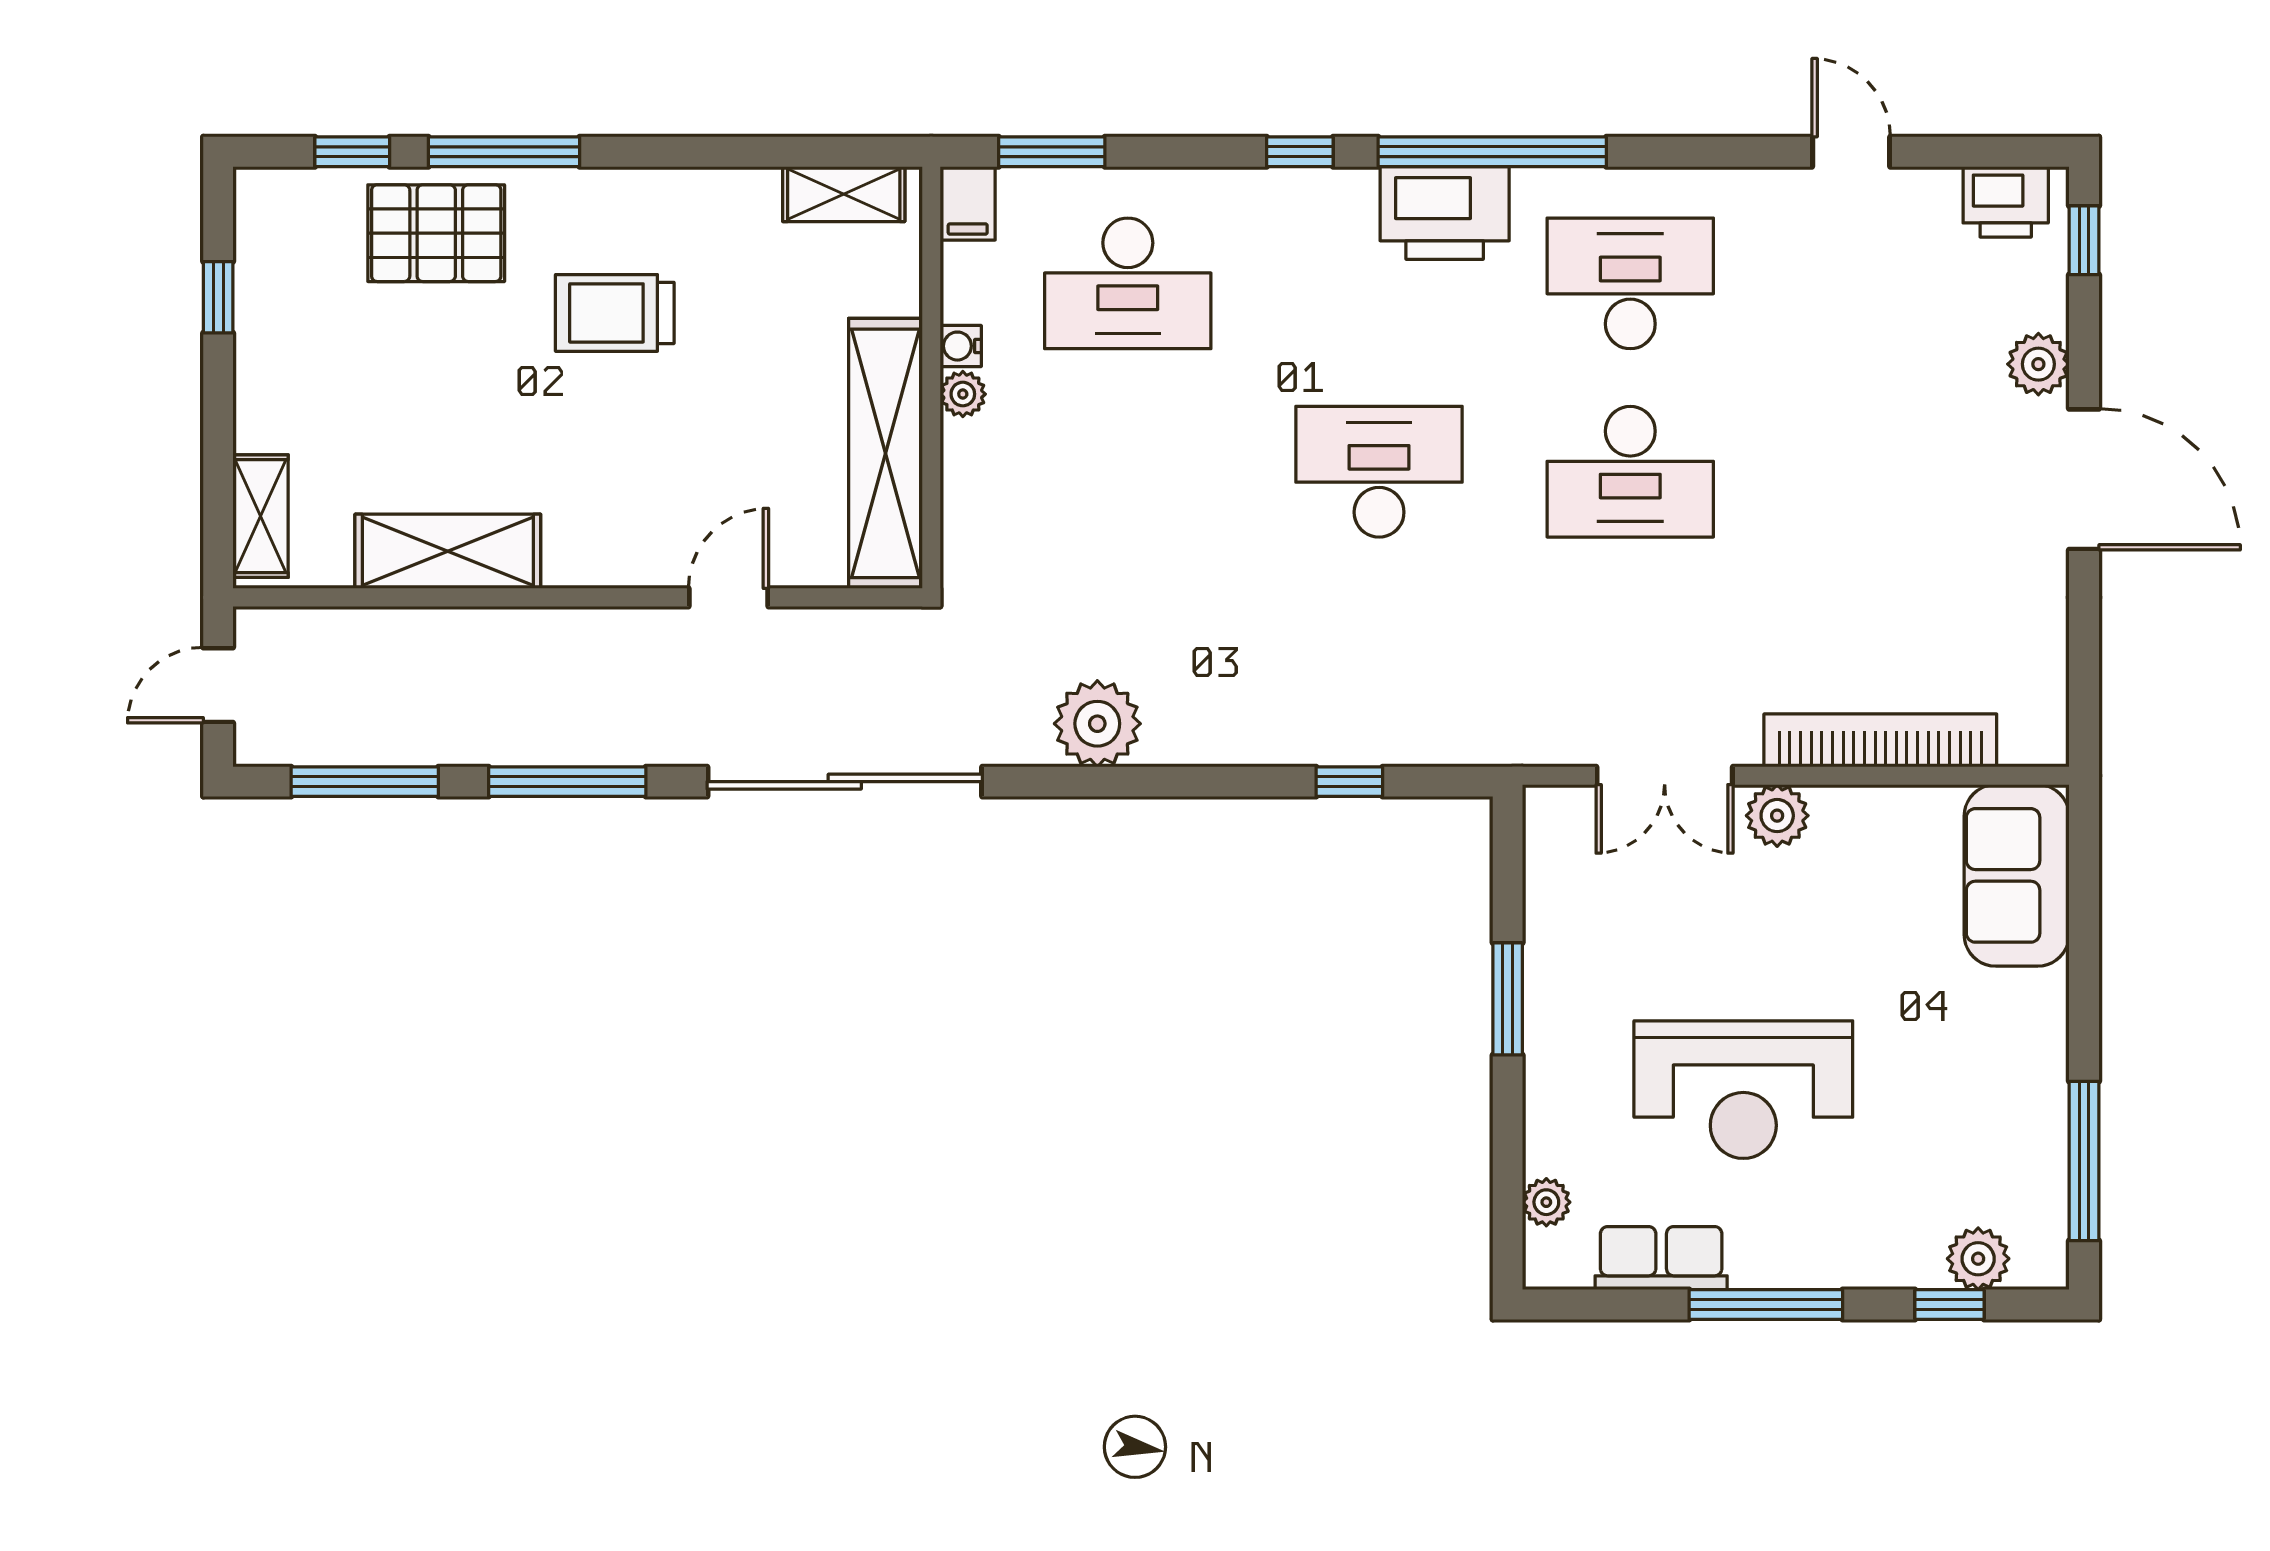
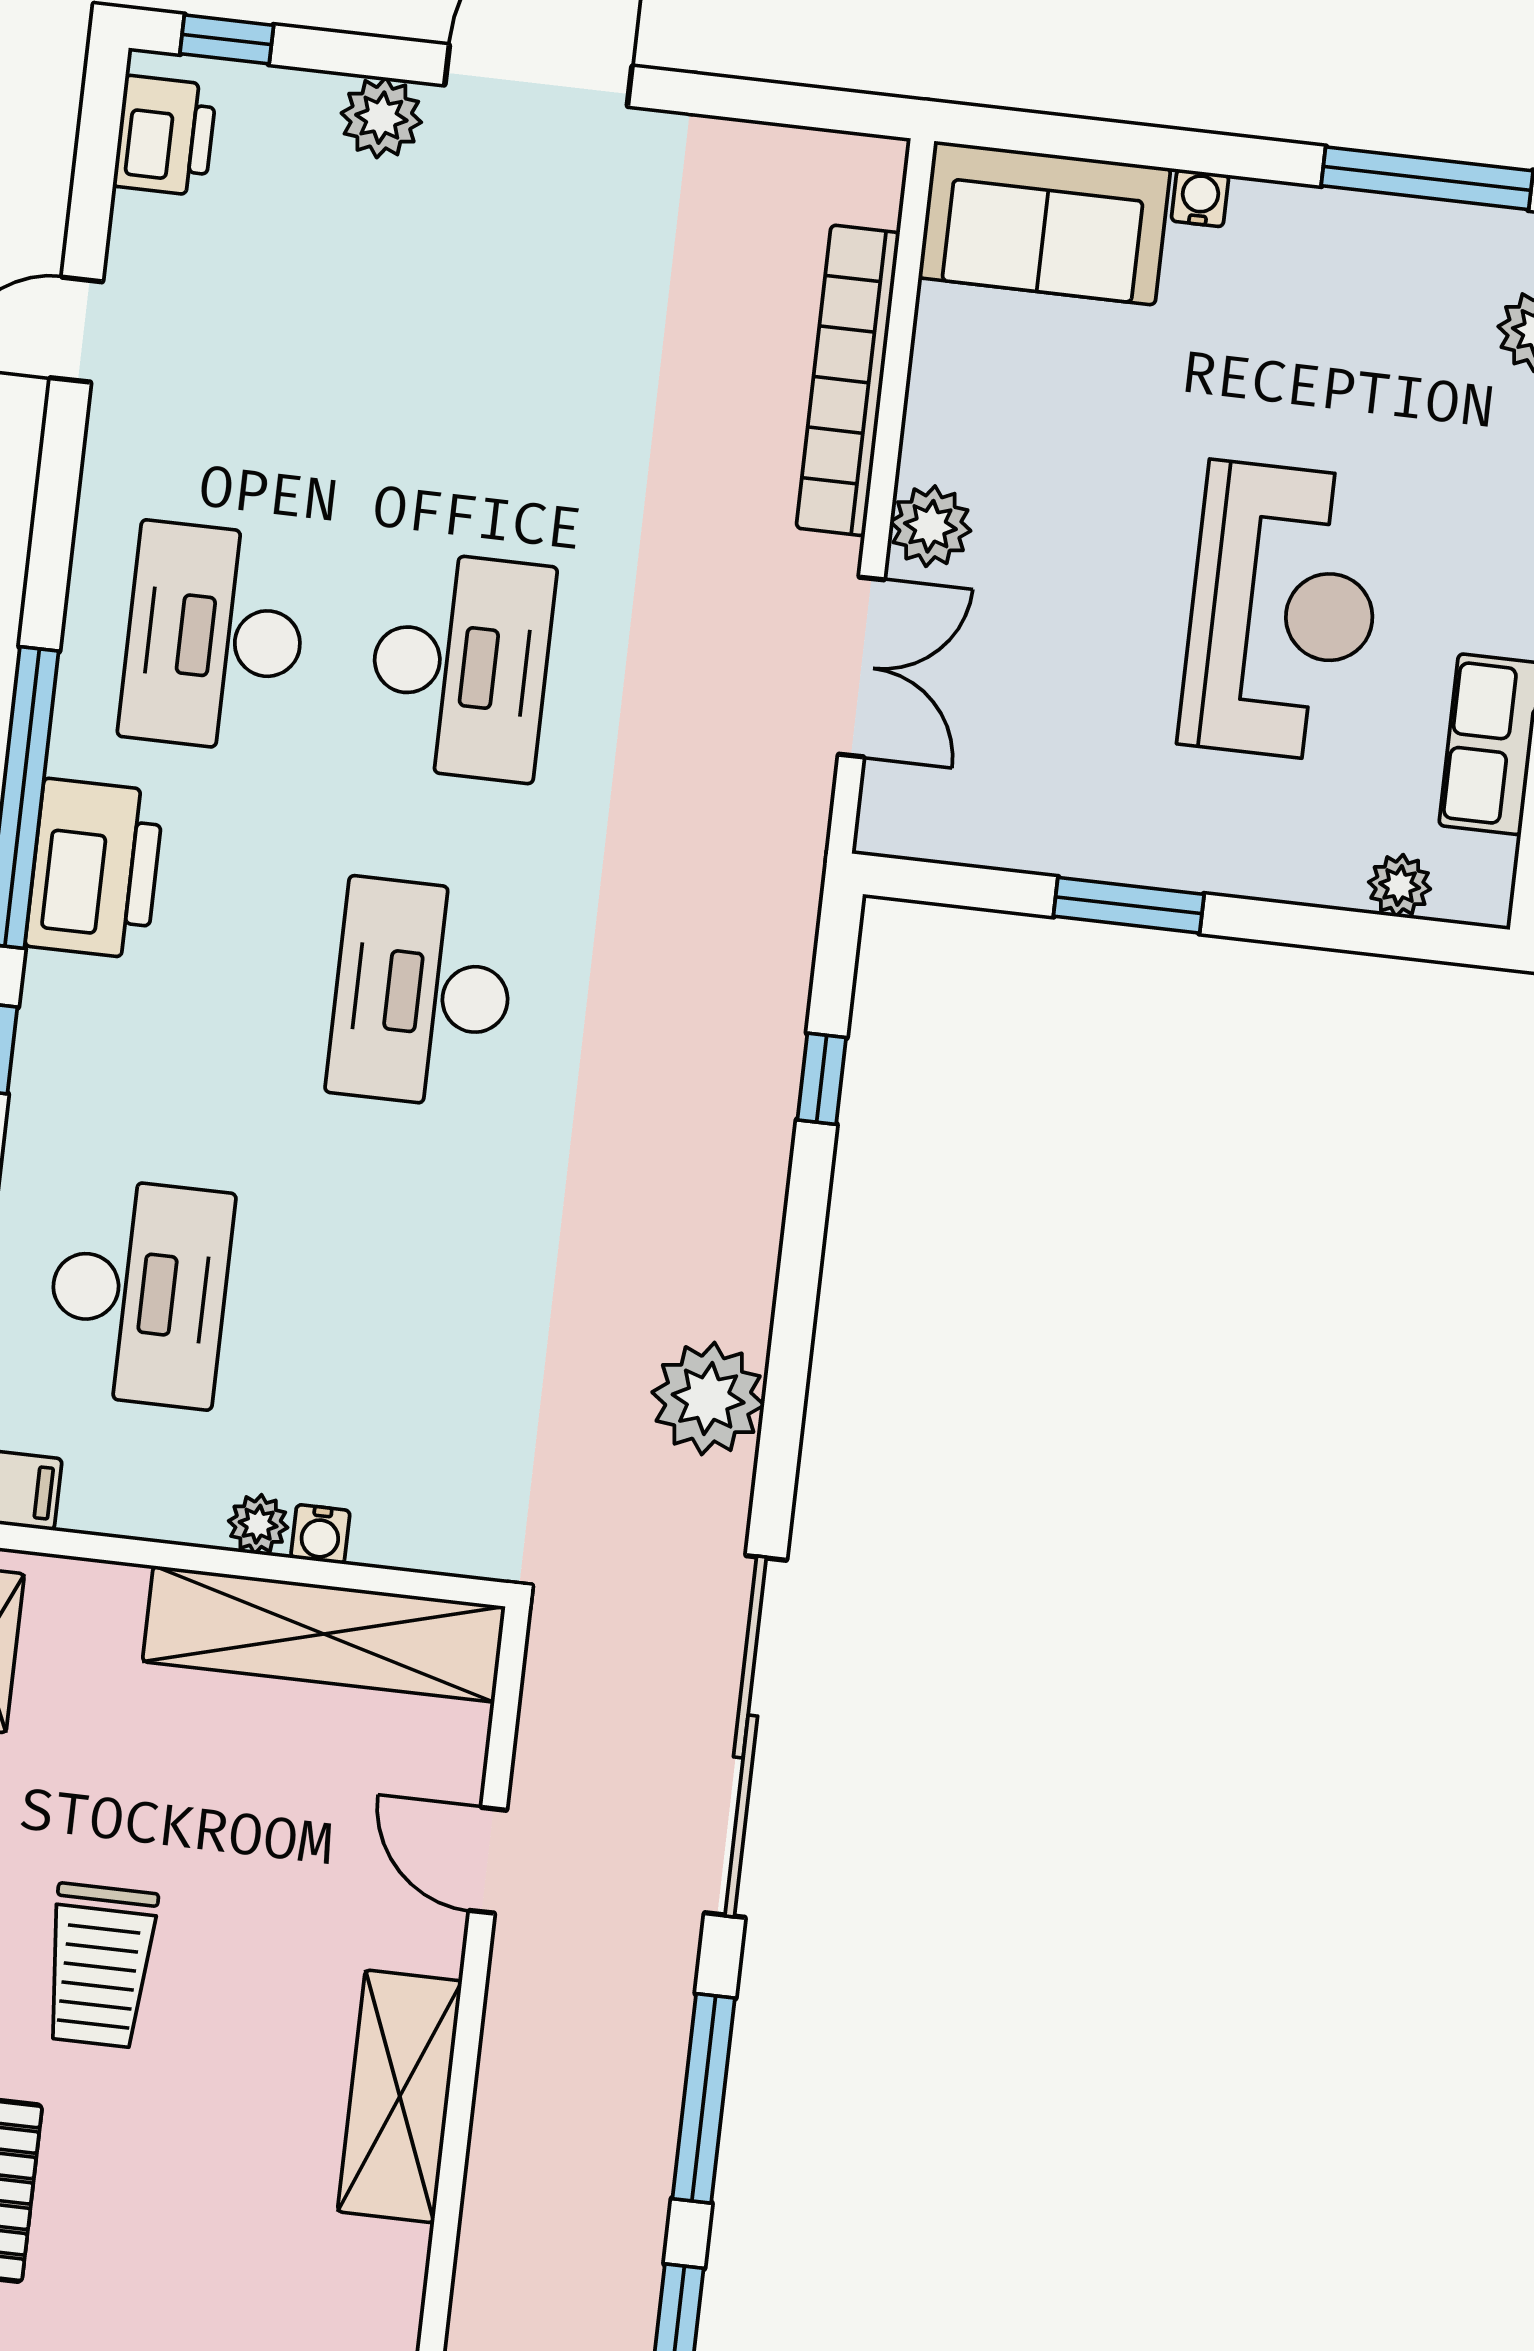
water cooler: (961, 346) -> (320, 1534), moved
shelving: (448, 551) -> (400, 2096), moved
water cooler: (2049, 991) -> (1200, 198), added

